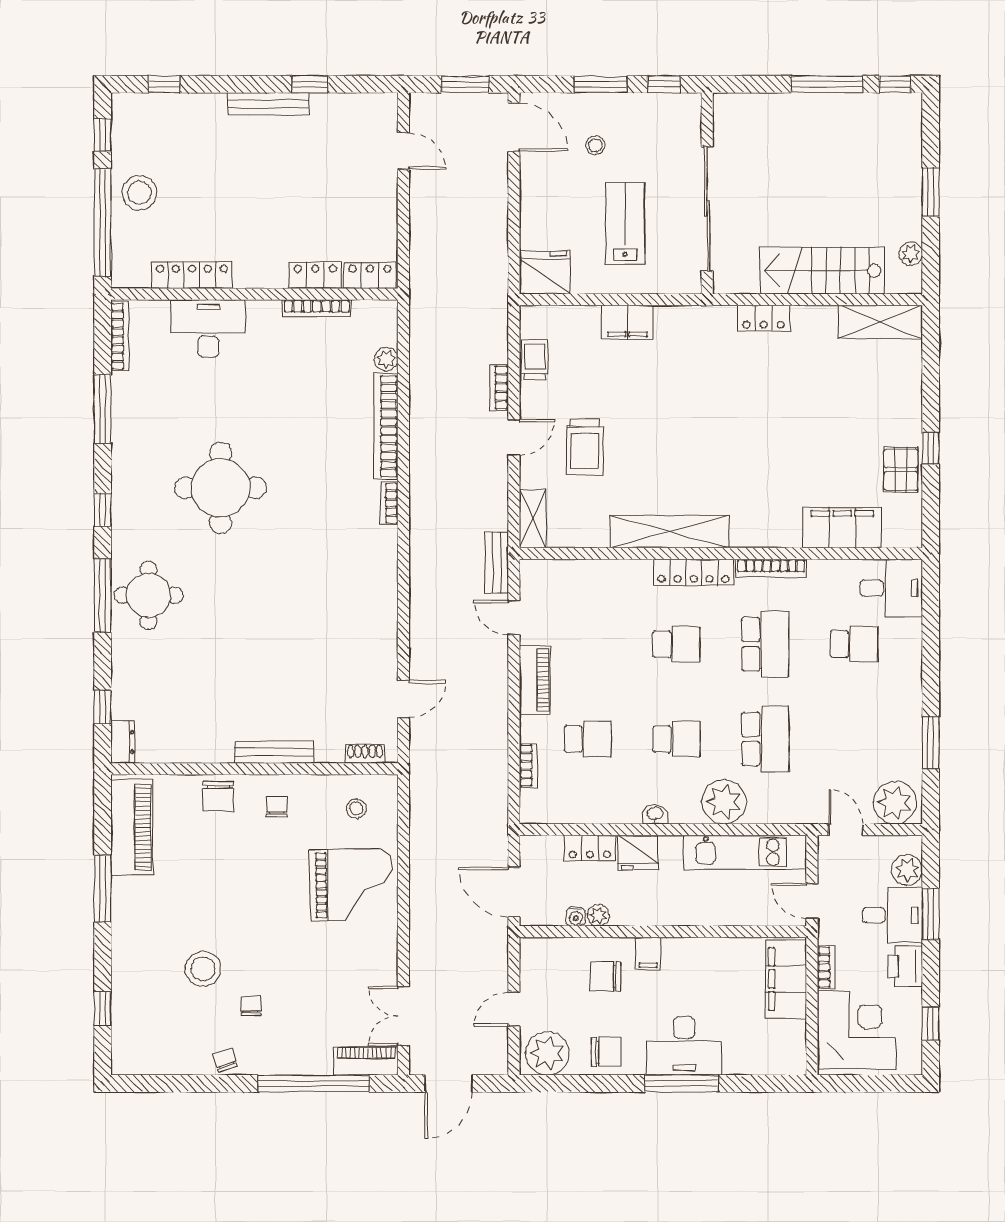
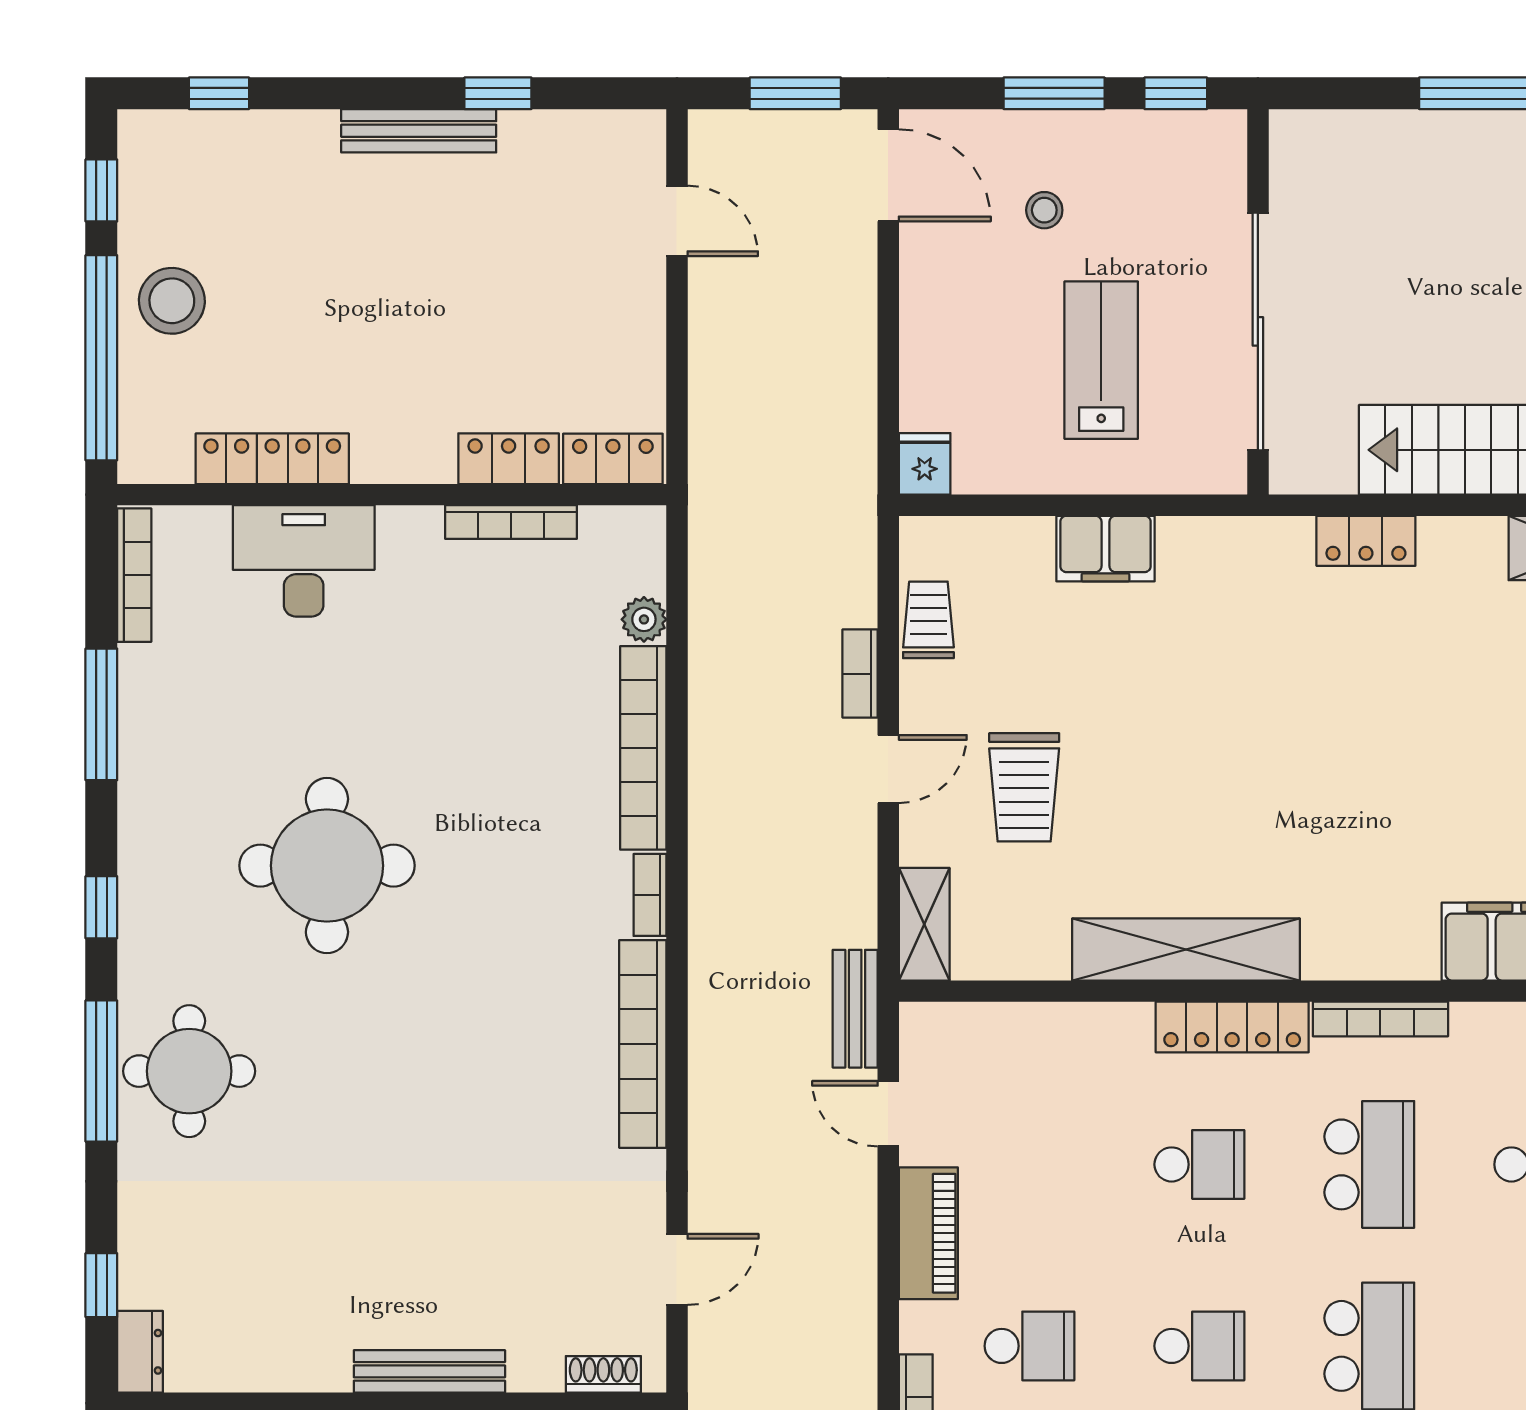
fridge: (545, 273) -> (925, 464), width x0.53, depth x0.75
bookcase: (386, 581) -> (643, 1044), added

